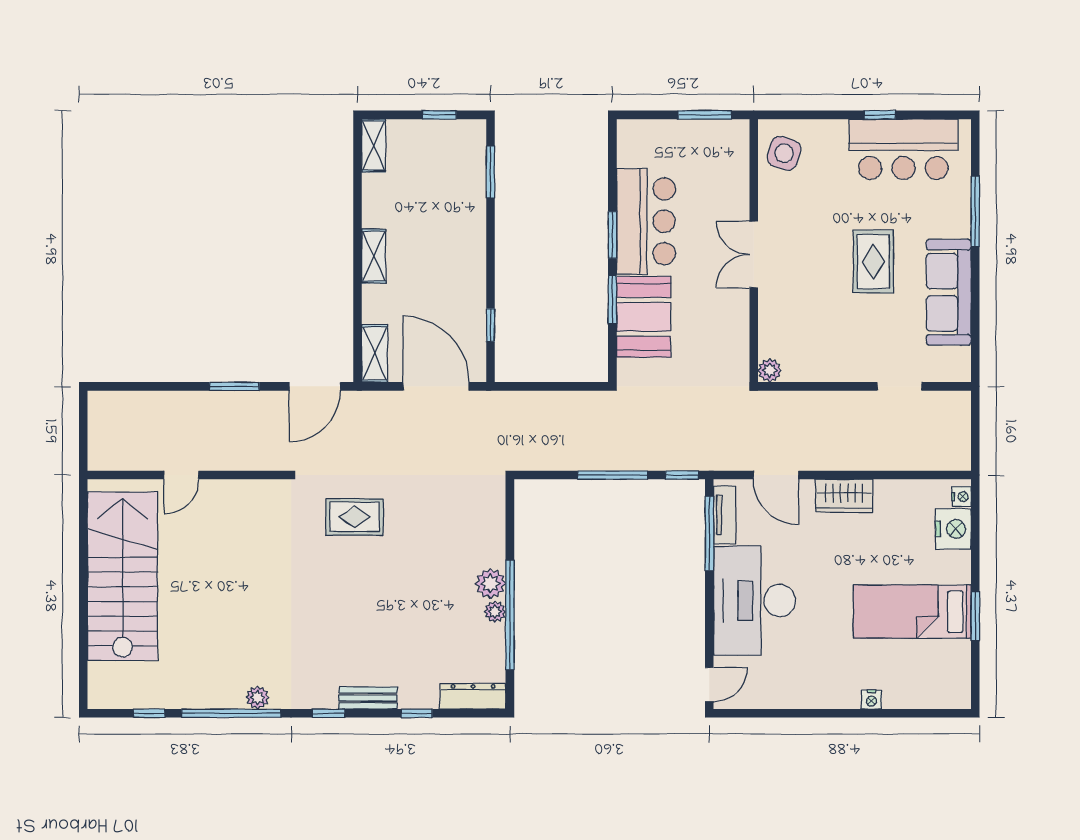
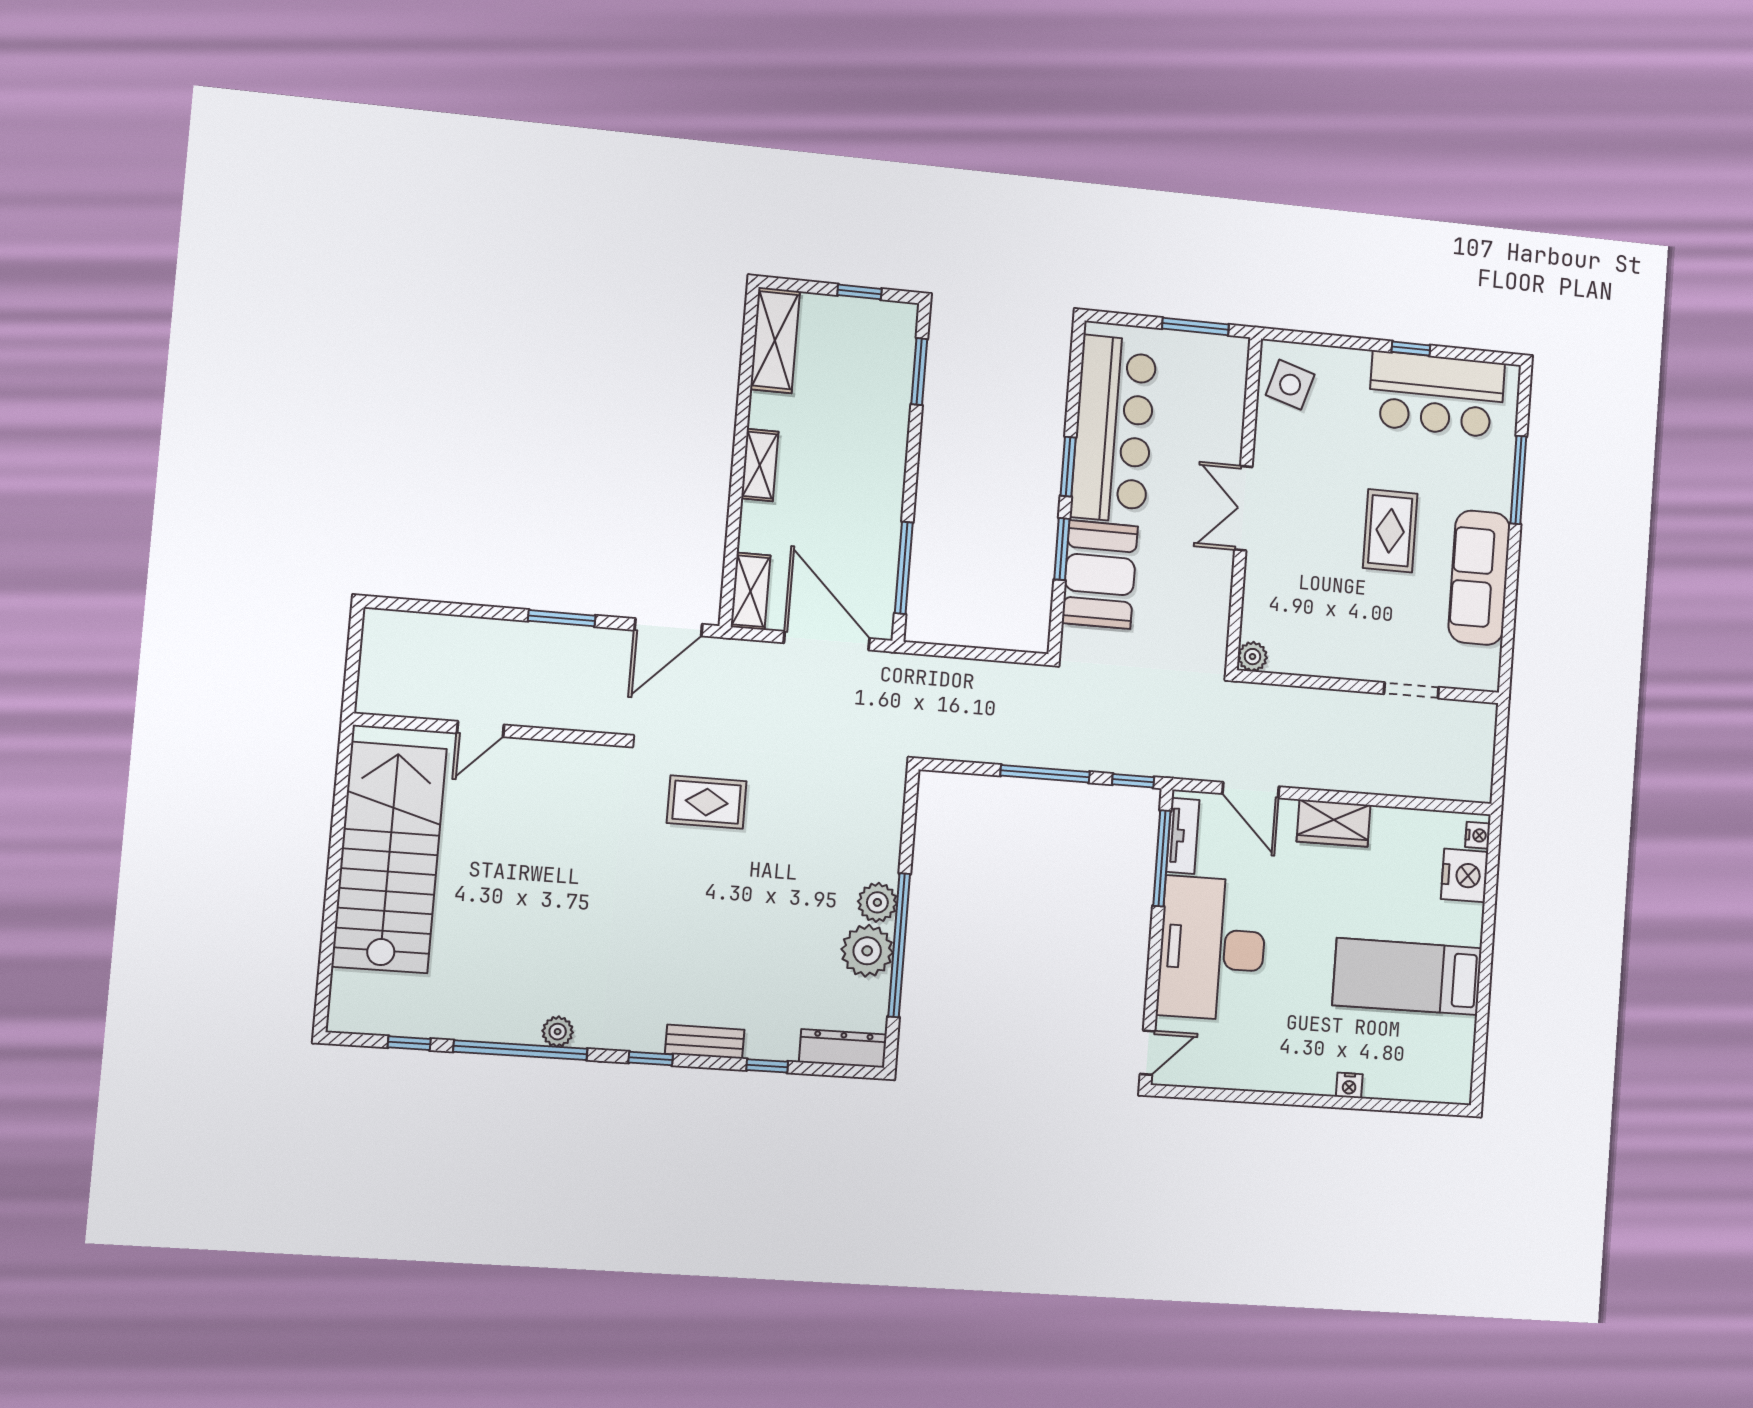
shelving: (374, 146) -> (775, 340), width x1.50, depth x1.33
bar counter: (646, 221) -> (1114, 429), width x1.36
window: (490, 325) -> (904, 568), width x2.17
plant: (495, 612) -> (867, 951), width x1.88, depth x1.88
window: (975, 616) -> (1484, 987), removed

